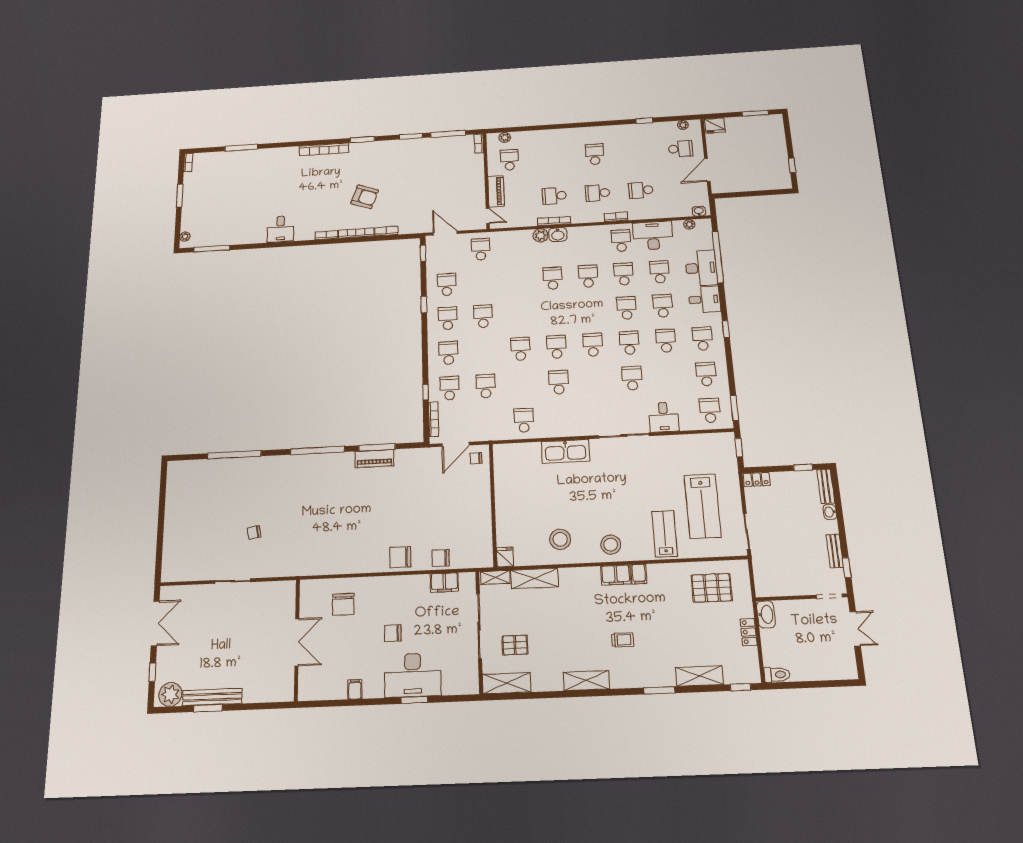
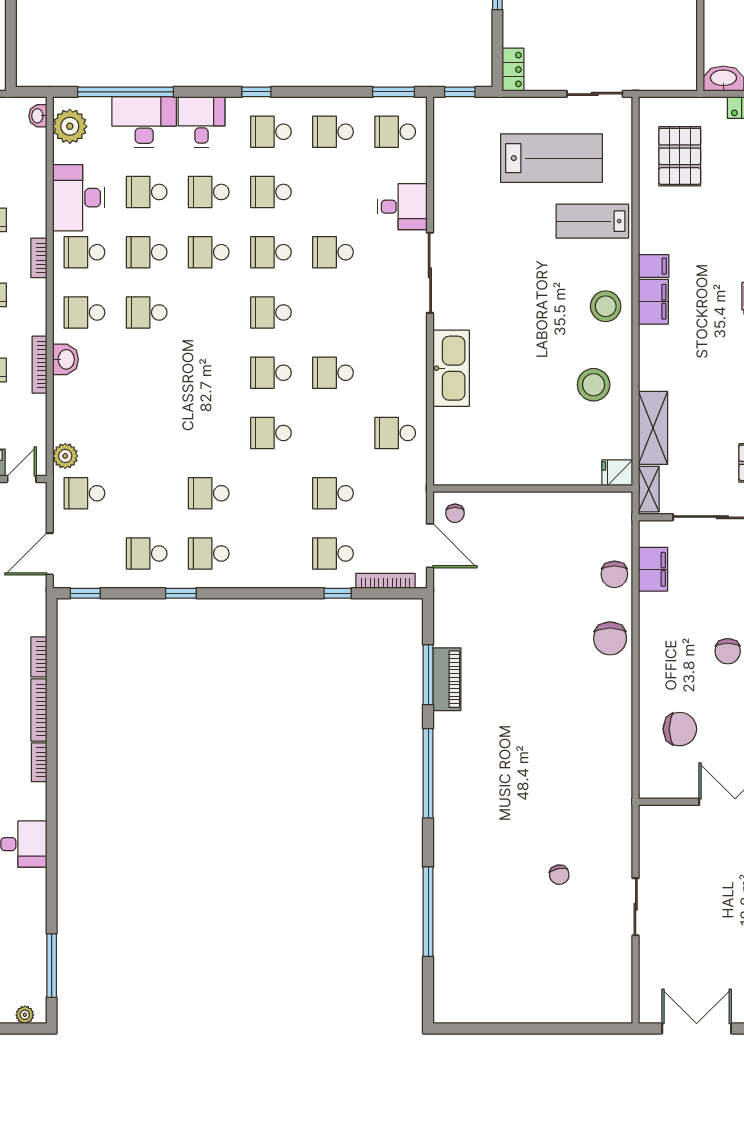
plant: (689, 224) -> (70, 126), width x1.87, depth x1.87
plant: (540, 235) -> (65, 456), moved
school desk: (553, 278) -> (84, 312), moved
school desk: (449, 353) -> (271, 553), removed

